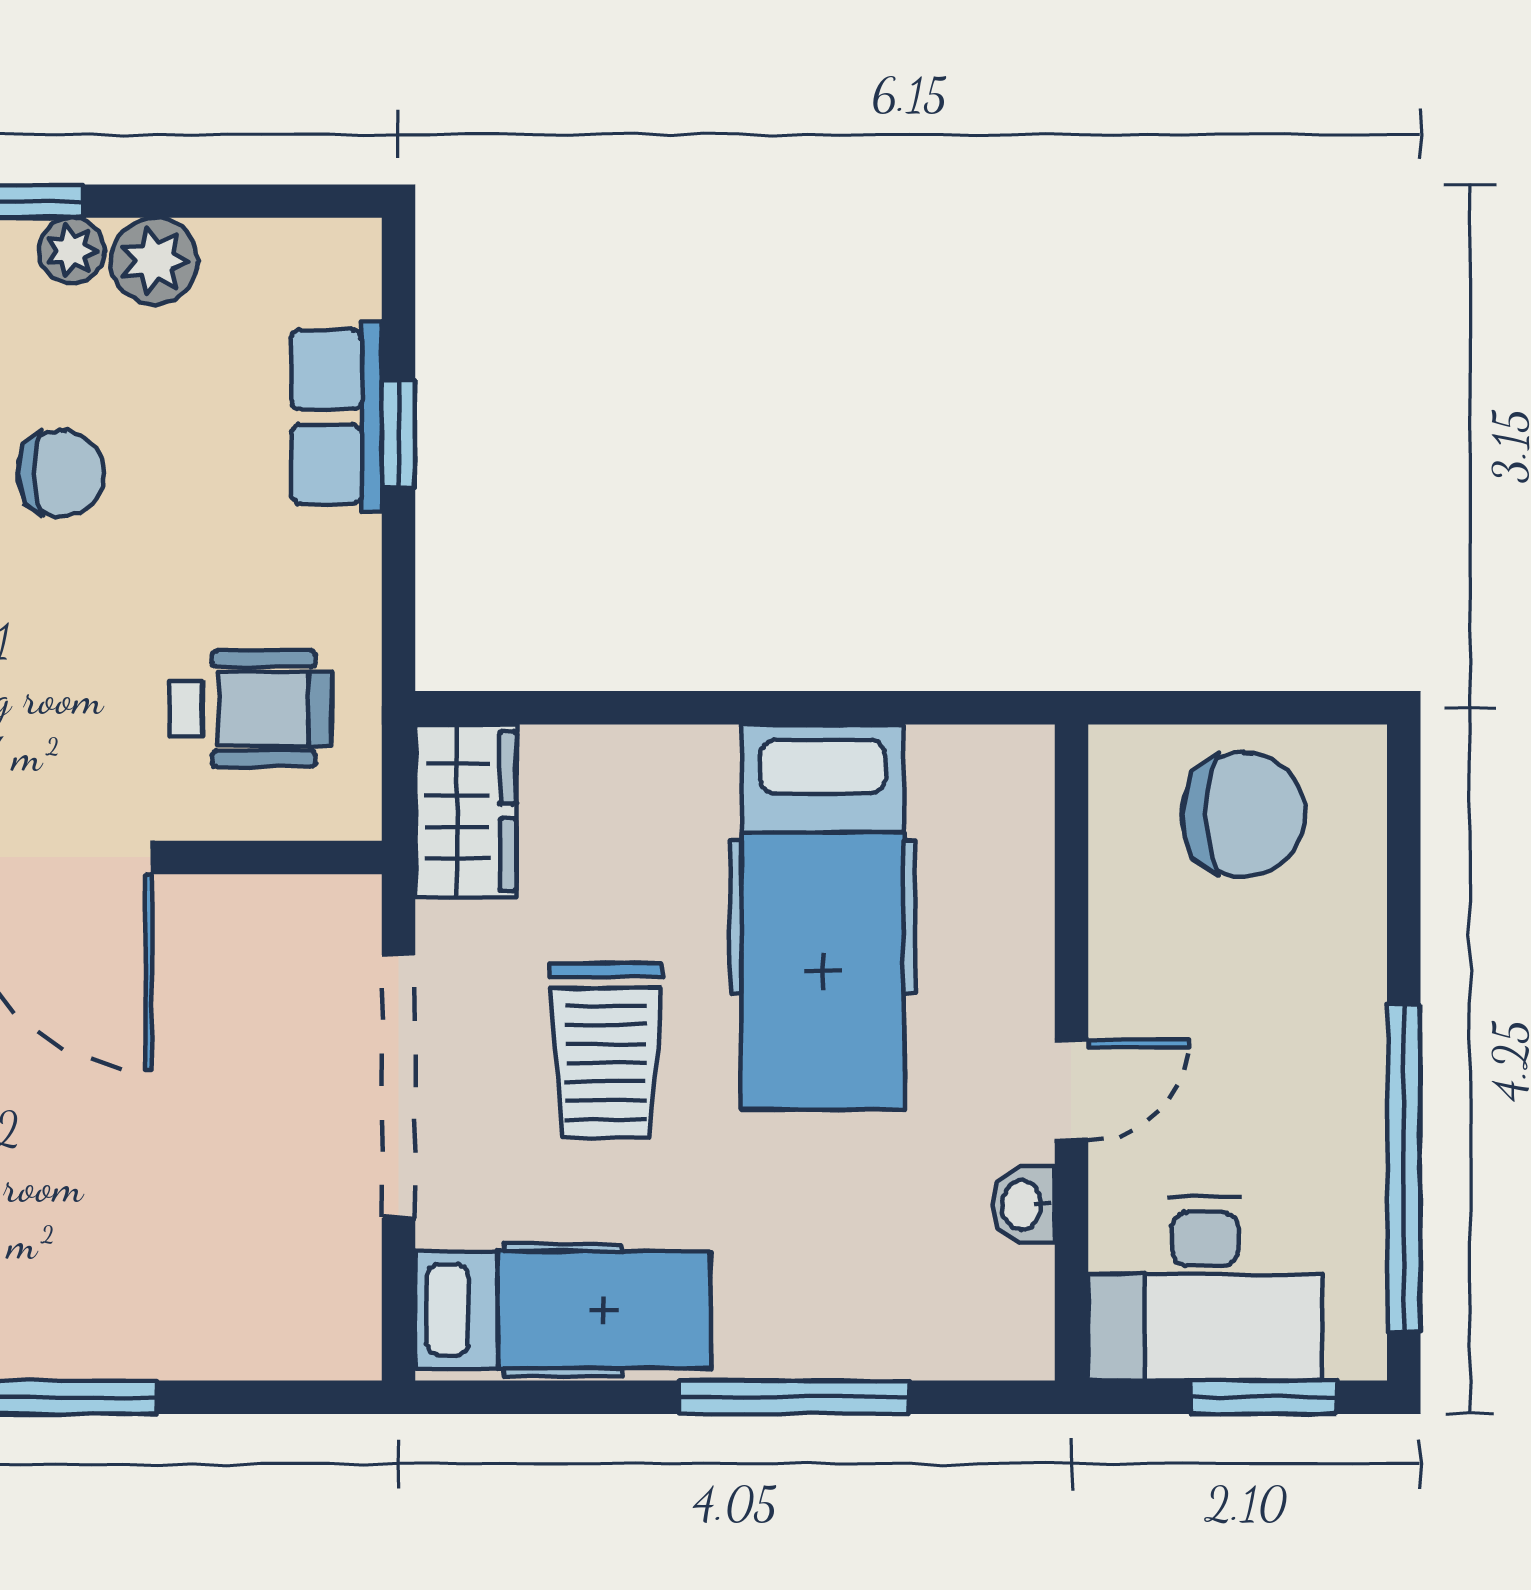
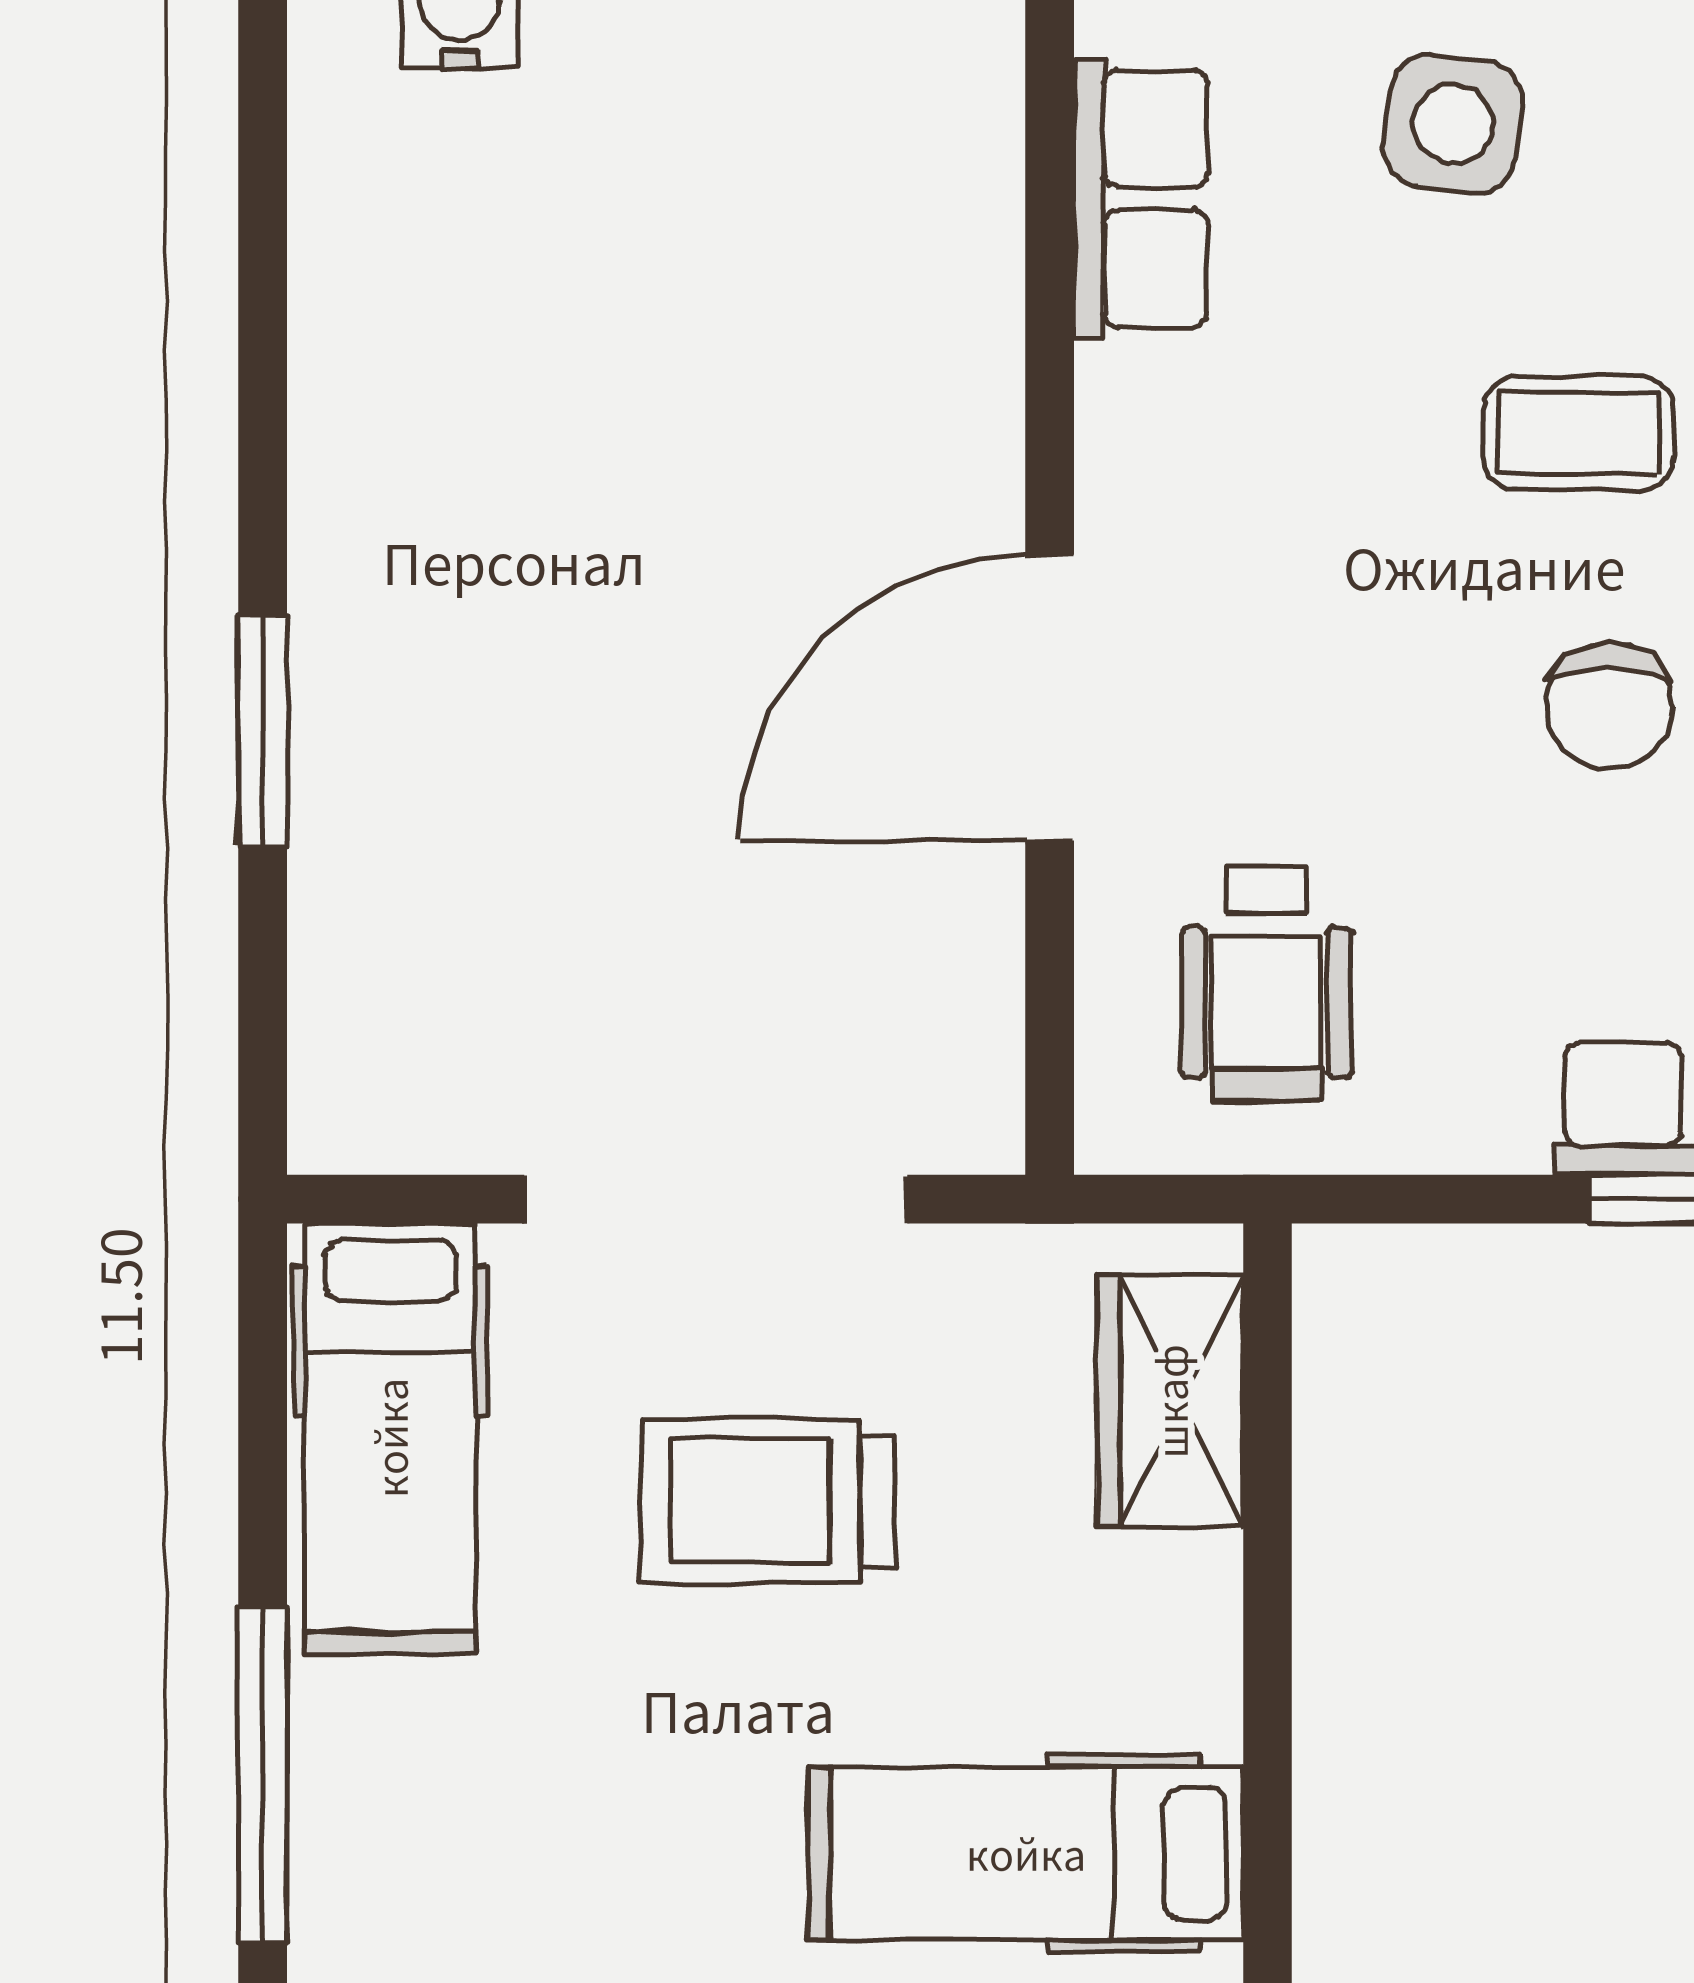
wardrobe: (466, 811) -> (1170, 1401), moved, turned 90
hospital bed: (823, 917) -> (1026, 1853), width x0.73, depth x0.78

